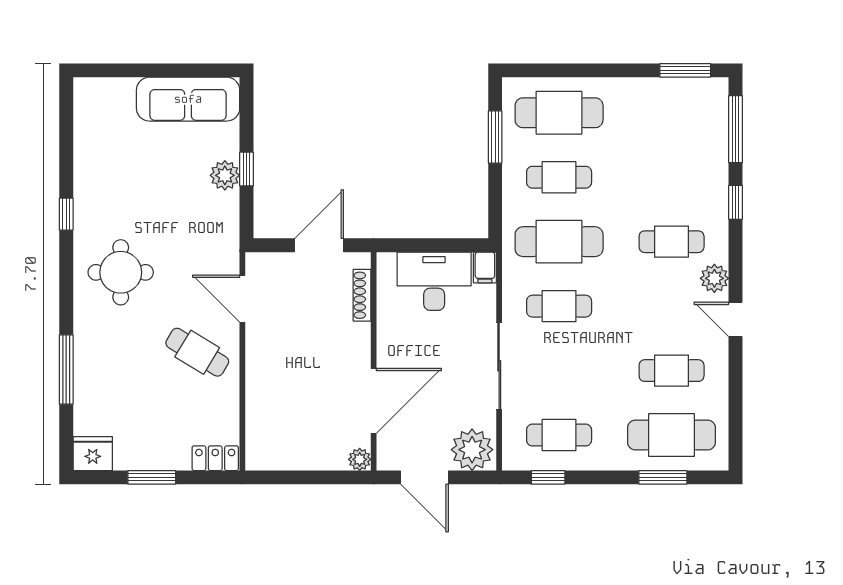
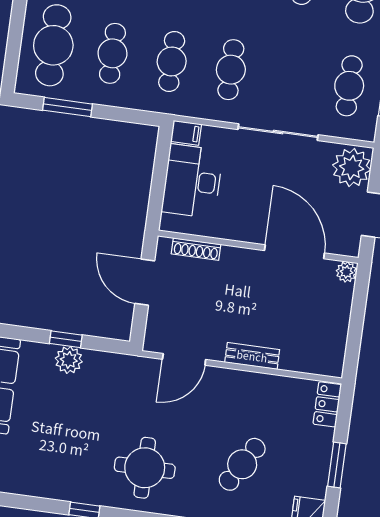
cafe table: (559, 242) -> (172, 61), width x0.73, depth x0.74
cafe table: (197, 352) -> (242, 464), moved
bench: (256, 371) -> (252, 356), added

